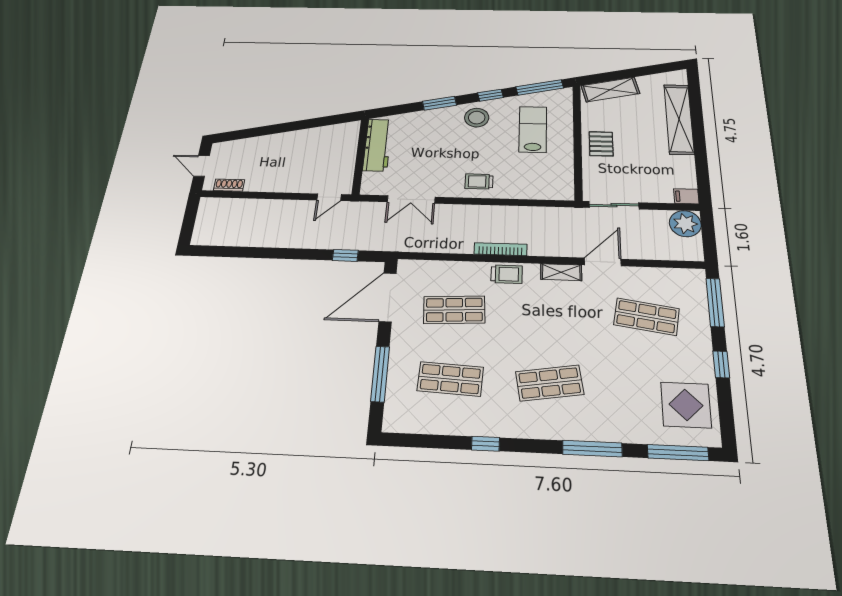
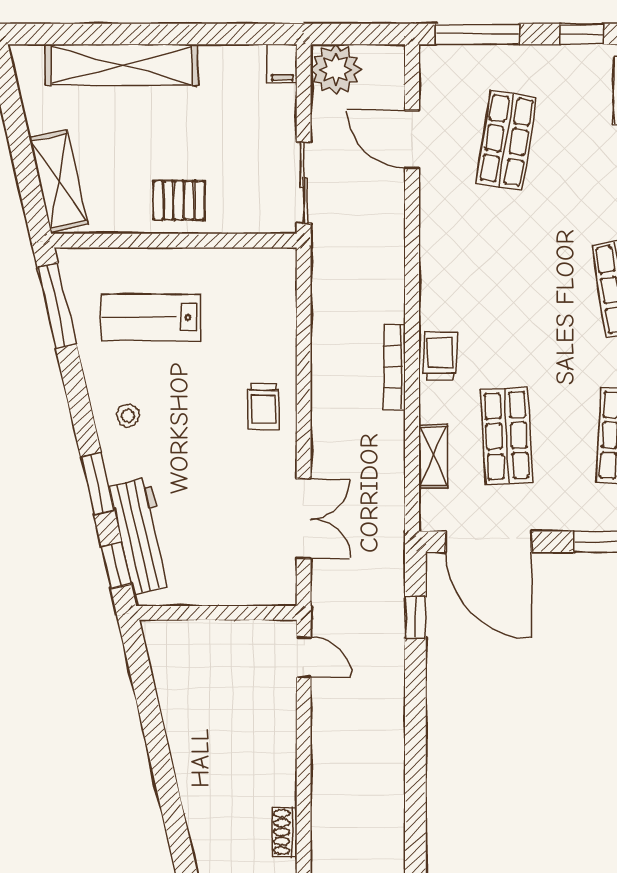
window: (491, 95) -> (116, 565), moved
stool: (477, 118) -> (128, 416), width x0.53, depth x0.53
workbench: (378, 145) -> (141, 536), moved, turned 77
door: (603, 262) -> (412, 139), moved
shelving: (561, 272) -> (433, 456), moved

